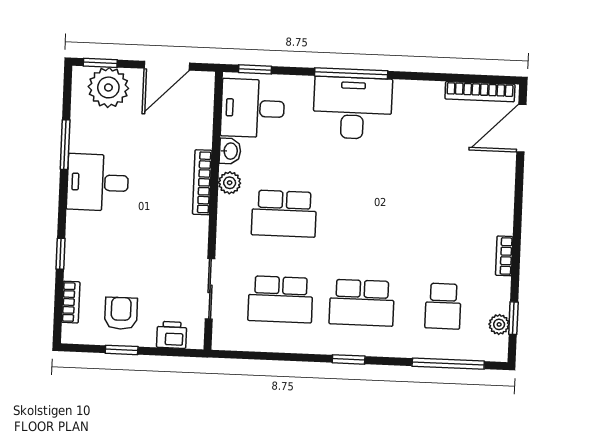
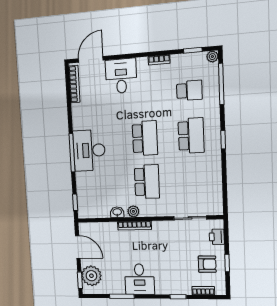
desk: (253, 108) -> (121, 76), moved, turned 180
door: (521, 128) -> (91, 59), swing flipped
school desk: (280, 299) -> (145, 138), moved
armchair: (121, 313) -> (207, 264), turned 180
plant: (499, 324) -> (212, 57), moved

